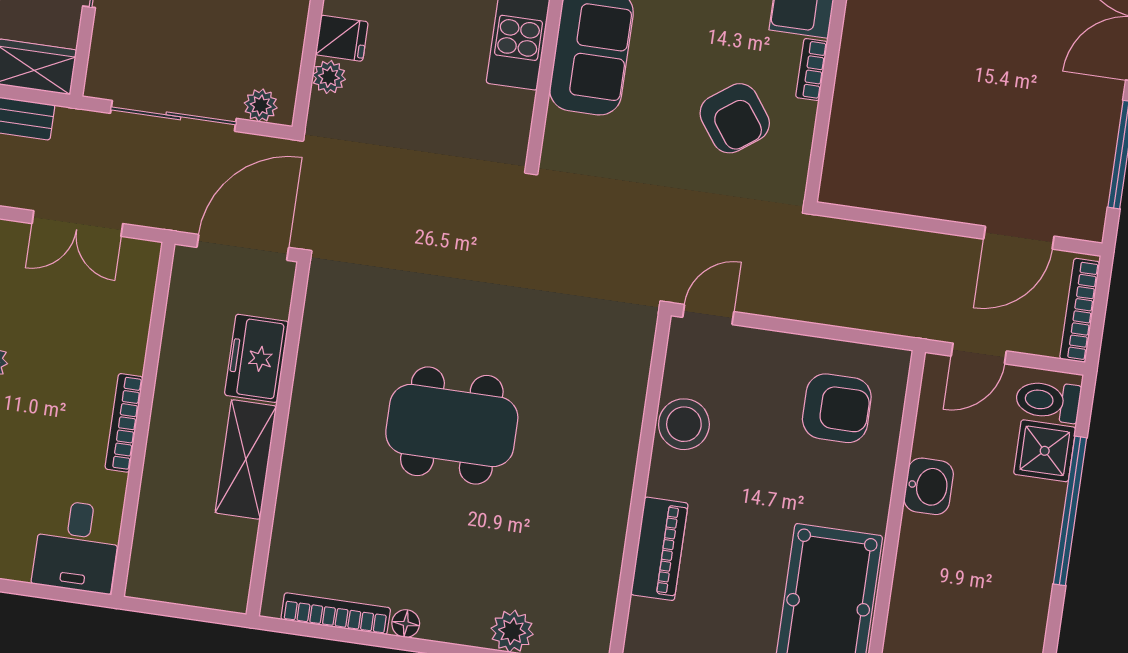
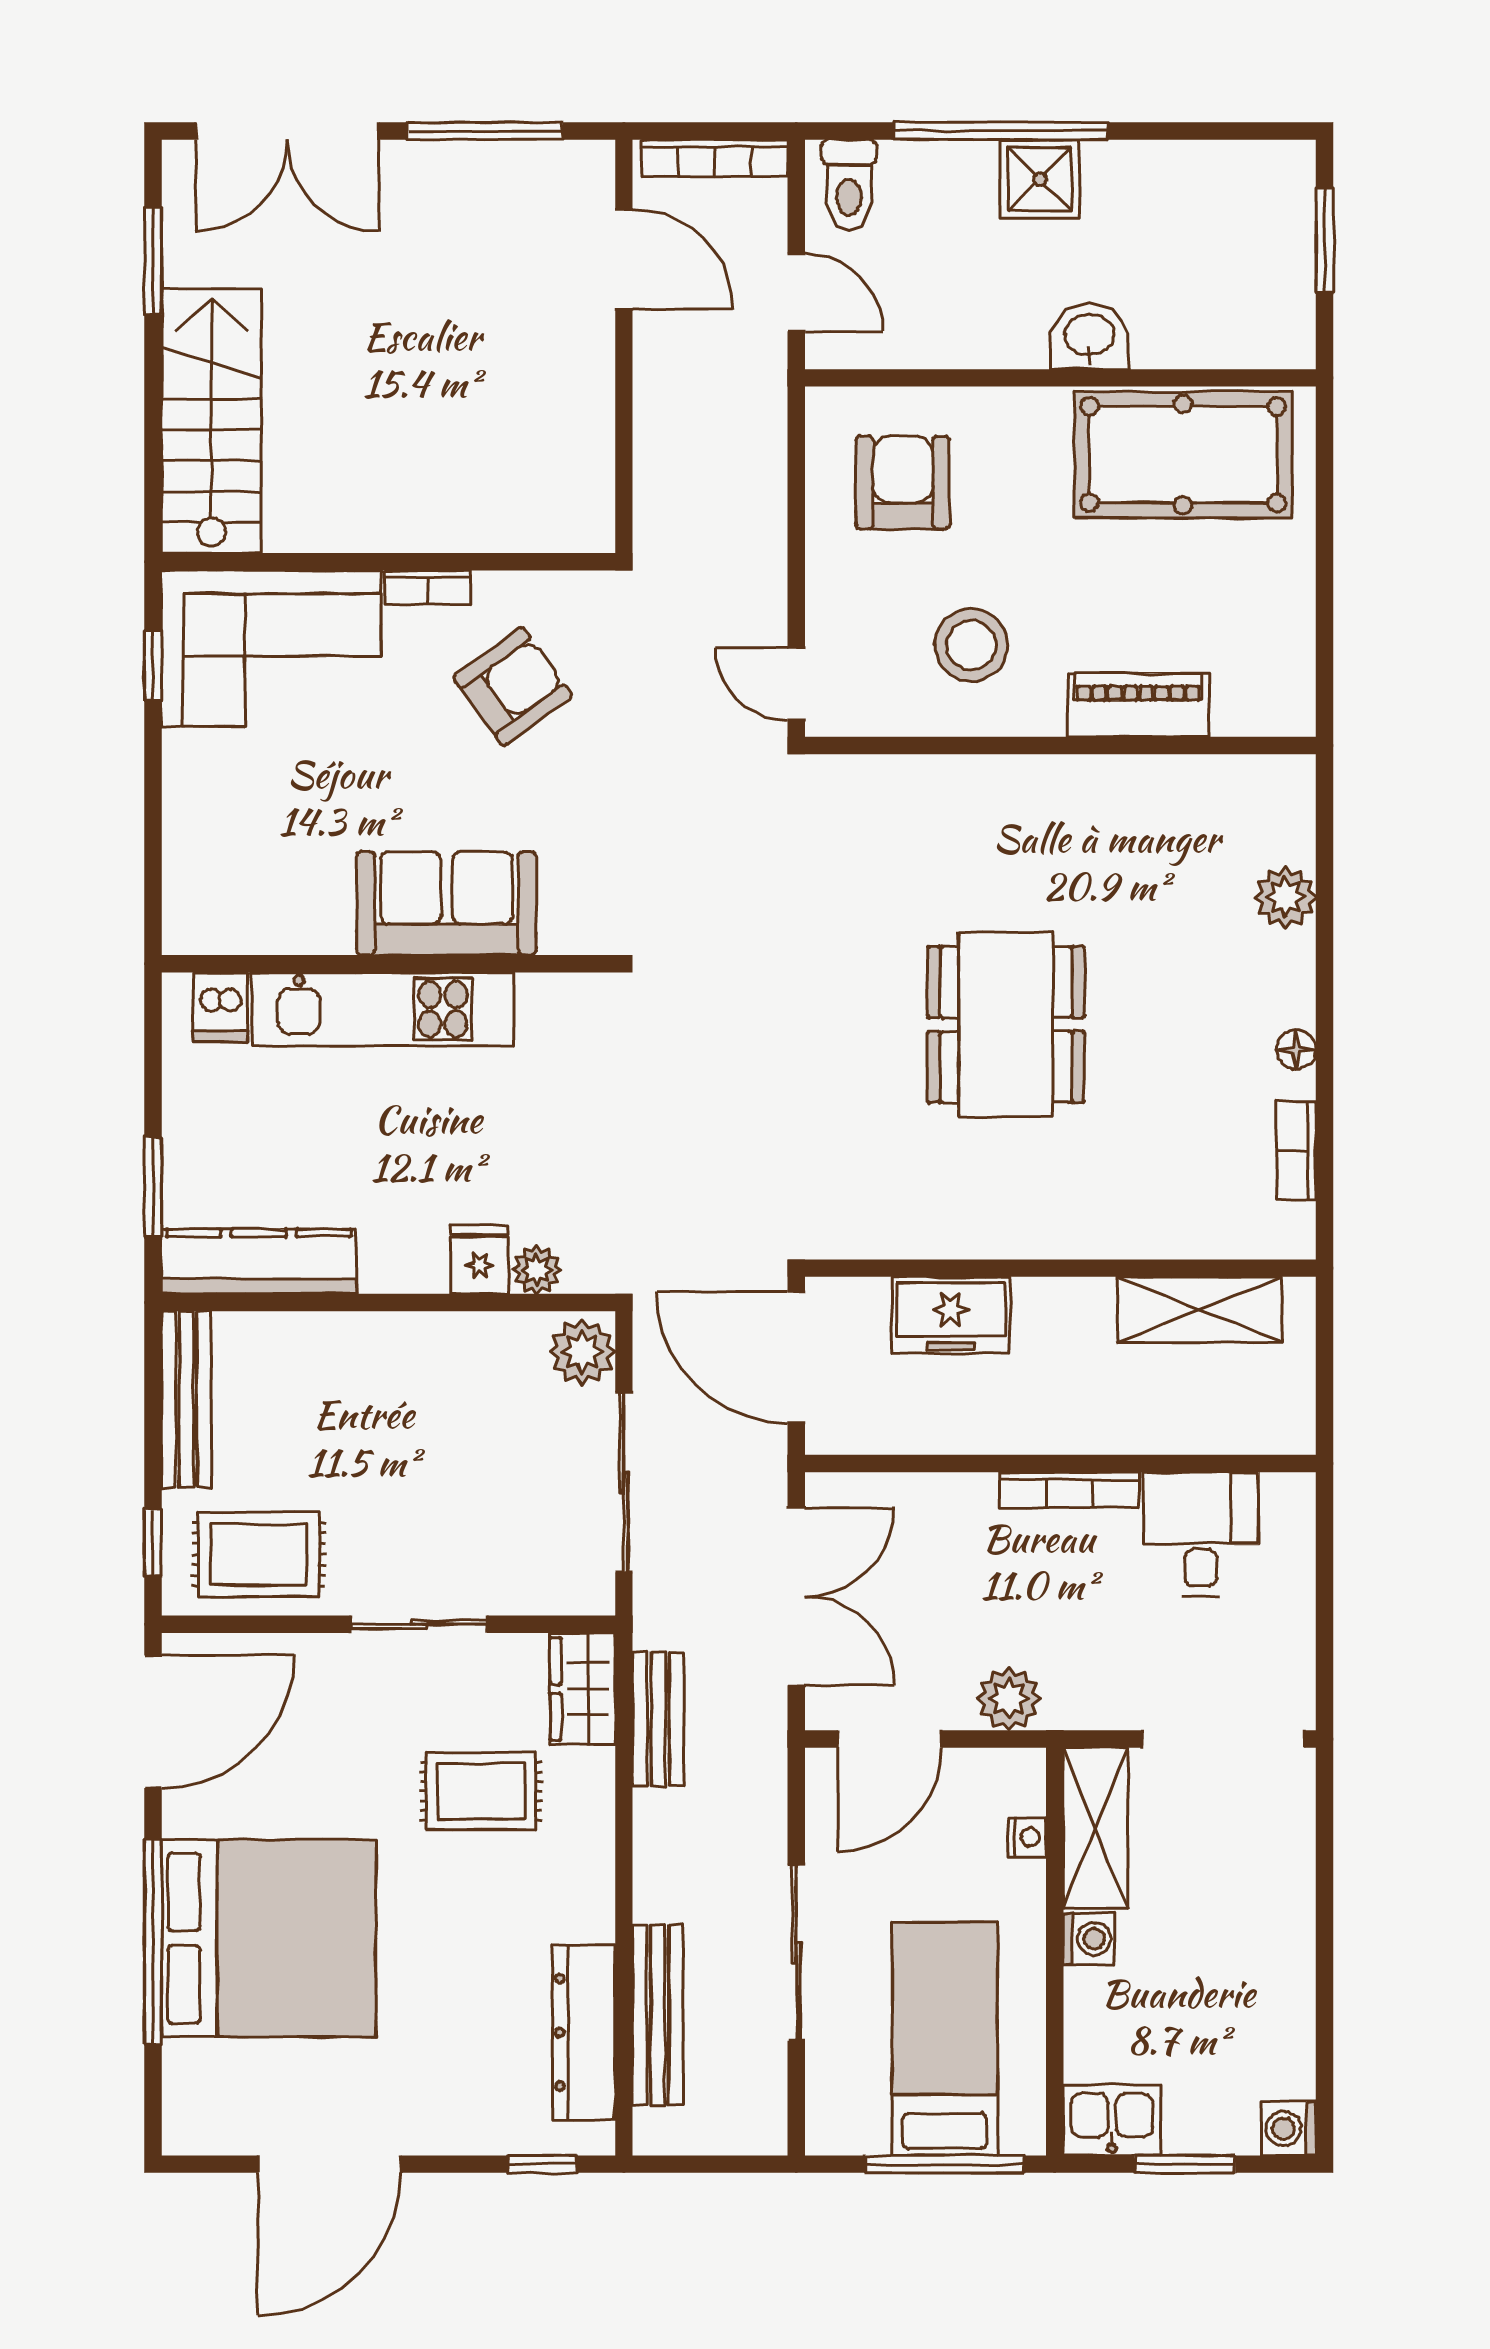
plant: (261, 105) -> (582, 1352), width x1.38, depth x1.38
double door: (77, 224) -> (796, 1596), width x1.37
stool: (684, 424) -> (971, 645), moved
shower: (1045, 451) -> (1040, 179), moved
shelving: (246, 459) -> (1200, 1310), moved
washbasin: (929, 486) -> (1089, 336), moved
desk: (77, 546) -> (1201, 1534), moved, turned -90
bookcase: (336, 614) -> (1296, 1151), width x0.64

